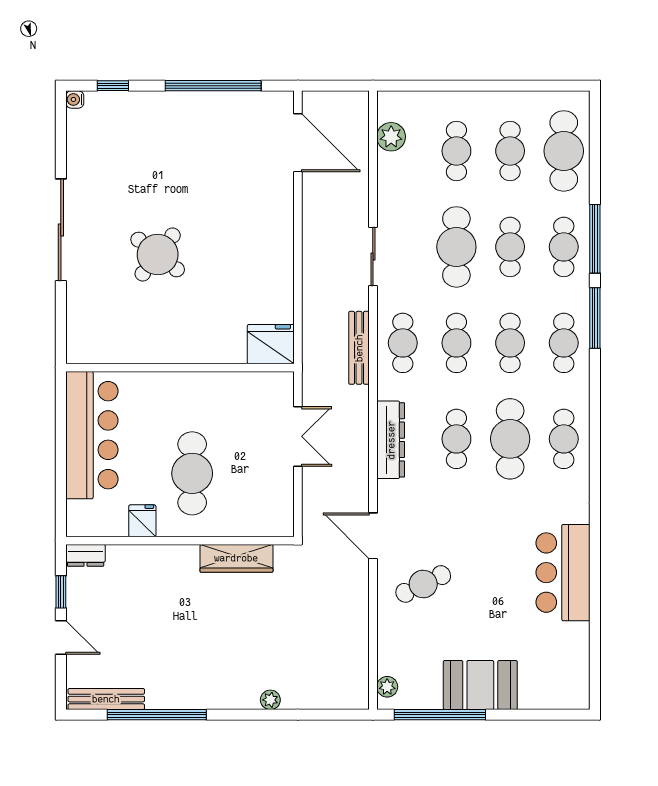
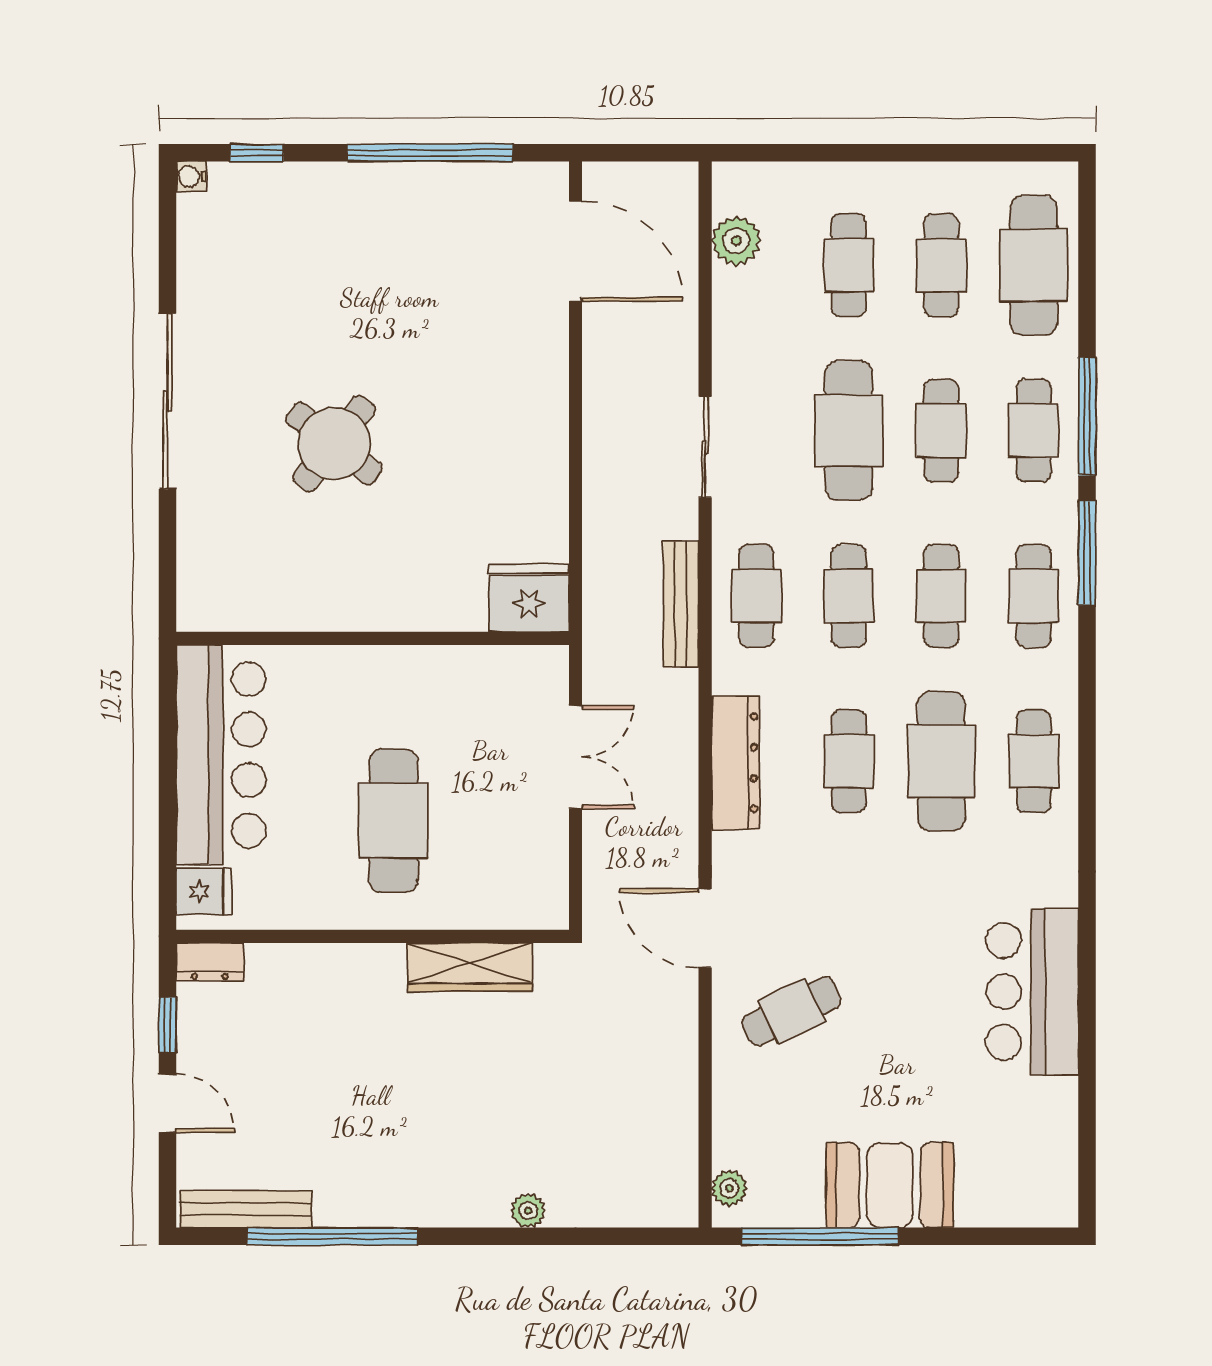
fridge: (142, 521) -> (204, 891), moved, turned 90

